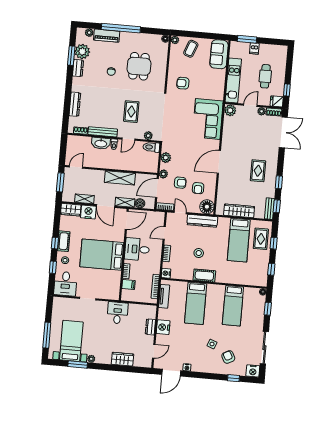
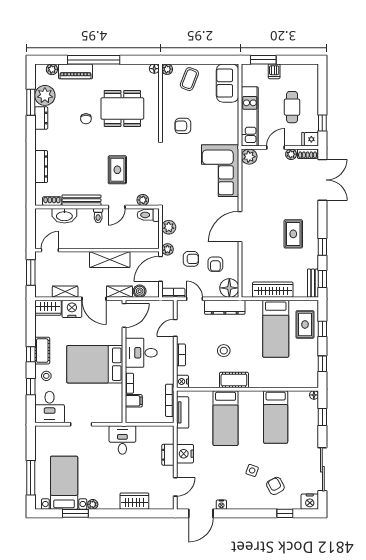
dining table: (139, 66) -> (122, 108), width x1.38
washbasin: (101, 143) -> (64, 216), moved

